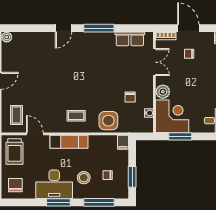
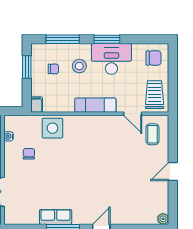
row of seats: (130, 39) -> (56, 217), moved
coffee table: (76, 116) -> (88, 133), removed
chair: (15, 185) -> (154, 58), turned -90

